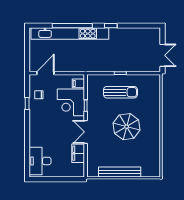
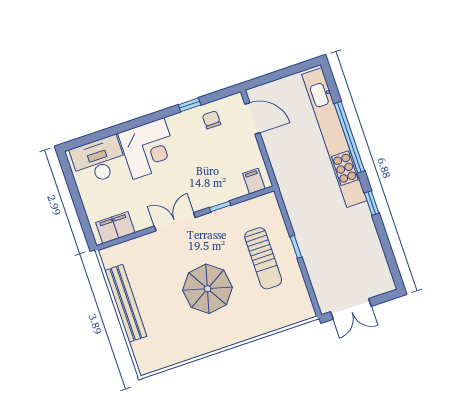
corner desk: (71, 102) -> (148, 149), moved, turned 180
filing cabinet: (78, 153) -> (115, 228), moved

